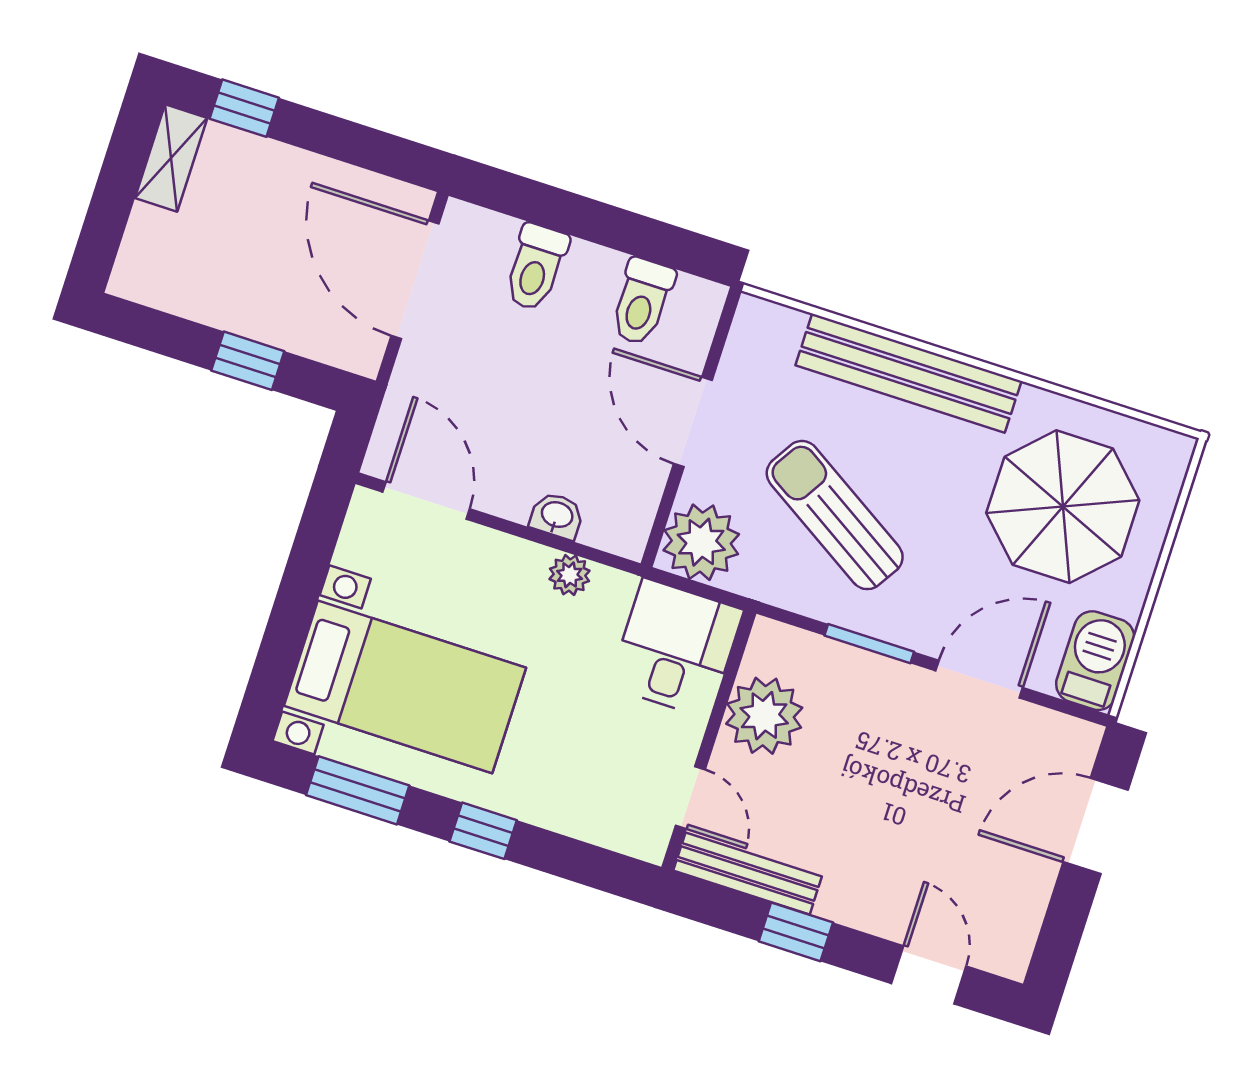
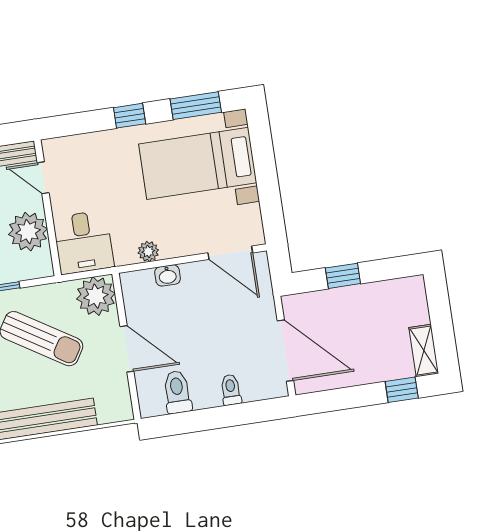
toilet: (536, 267) -> (231, 390), width x0.73, depth x0.72

